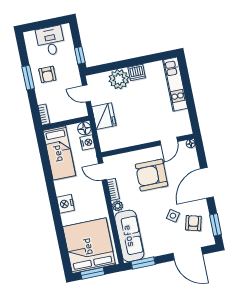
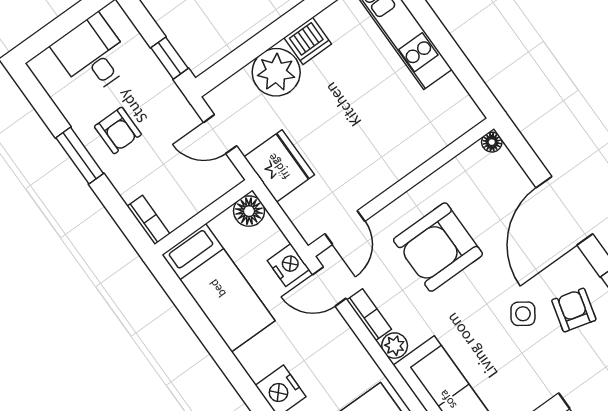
door: (169, 141) -> (345, 227), moved
nightstand: (87, 142) -> (288, 265), moved

